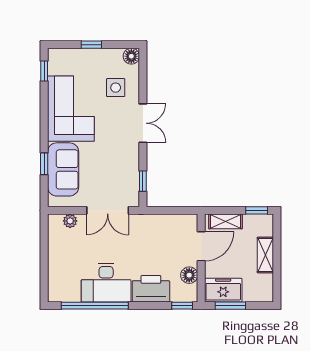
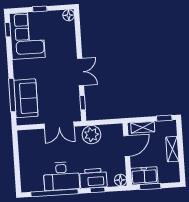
side table: (116, 88) -> (59, 38), removed
corner sofa: (71, 109) -> (27, 35), moved
double door: (143, 123) -> (81, 72), moved
window: (44, 164) -> (12, 95), width x2.17
plant: (70, 221) -> (92, 135), moved, width x1.88, depth x1.88
floor lamp: (189, 275) -> (121, 180), moved
window: (182, 306) -> (98, 190), moved

